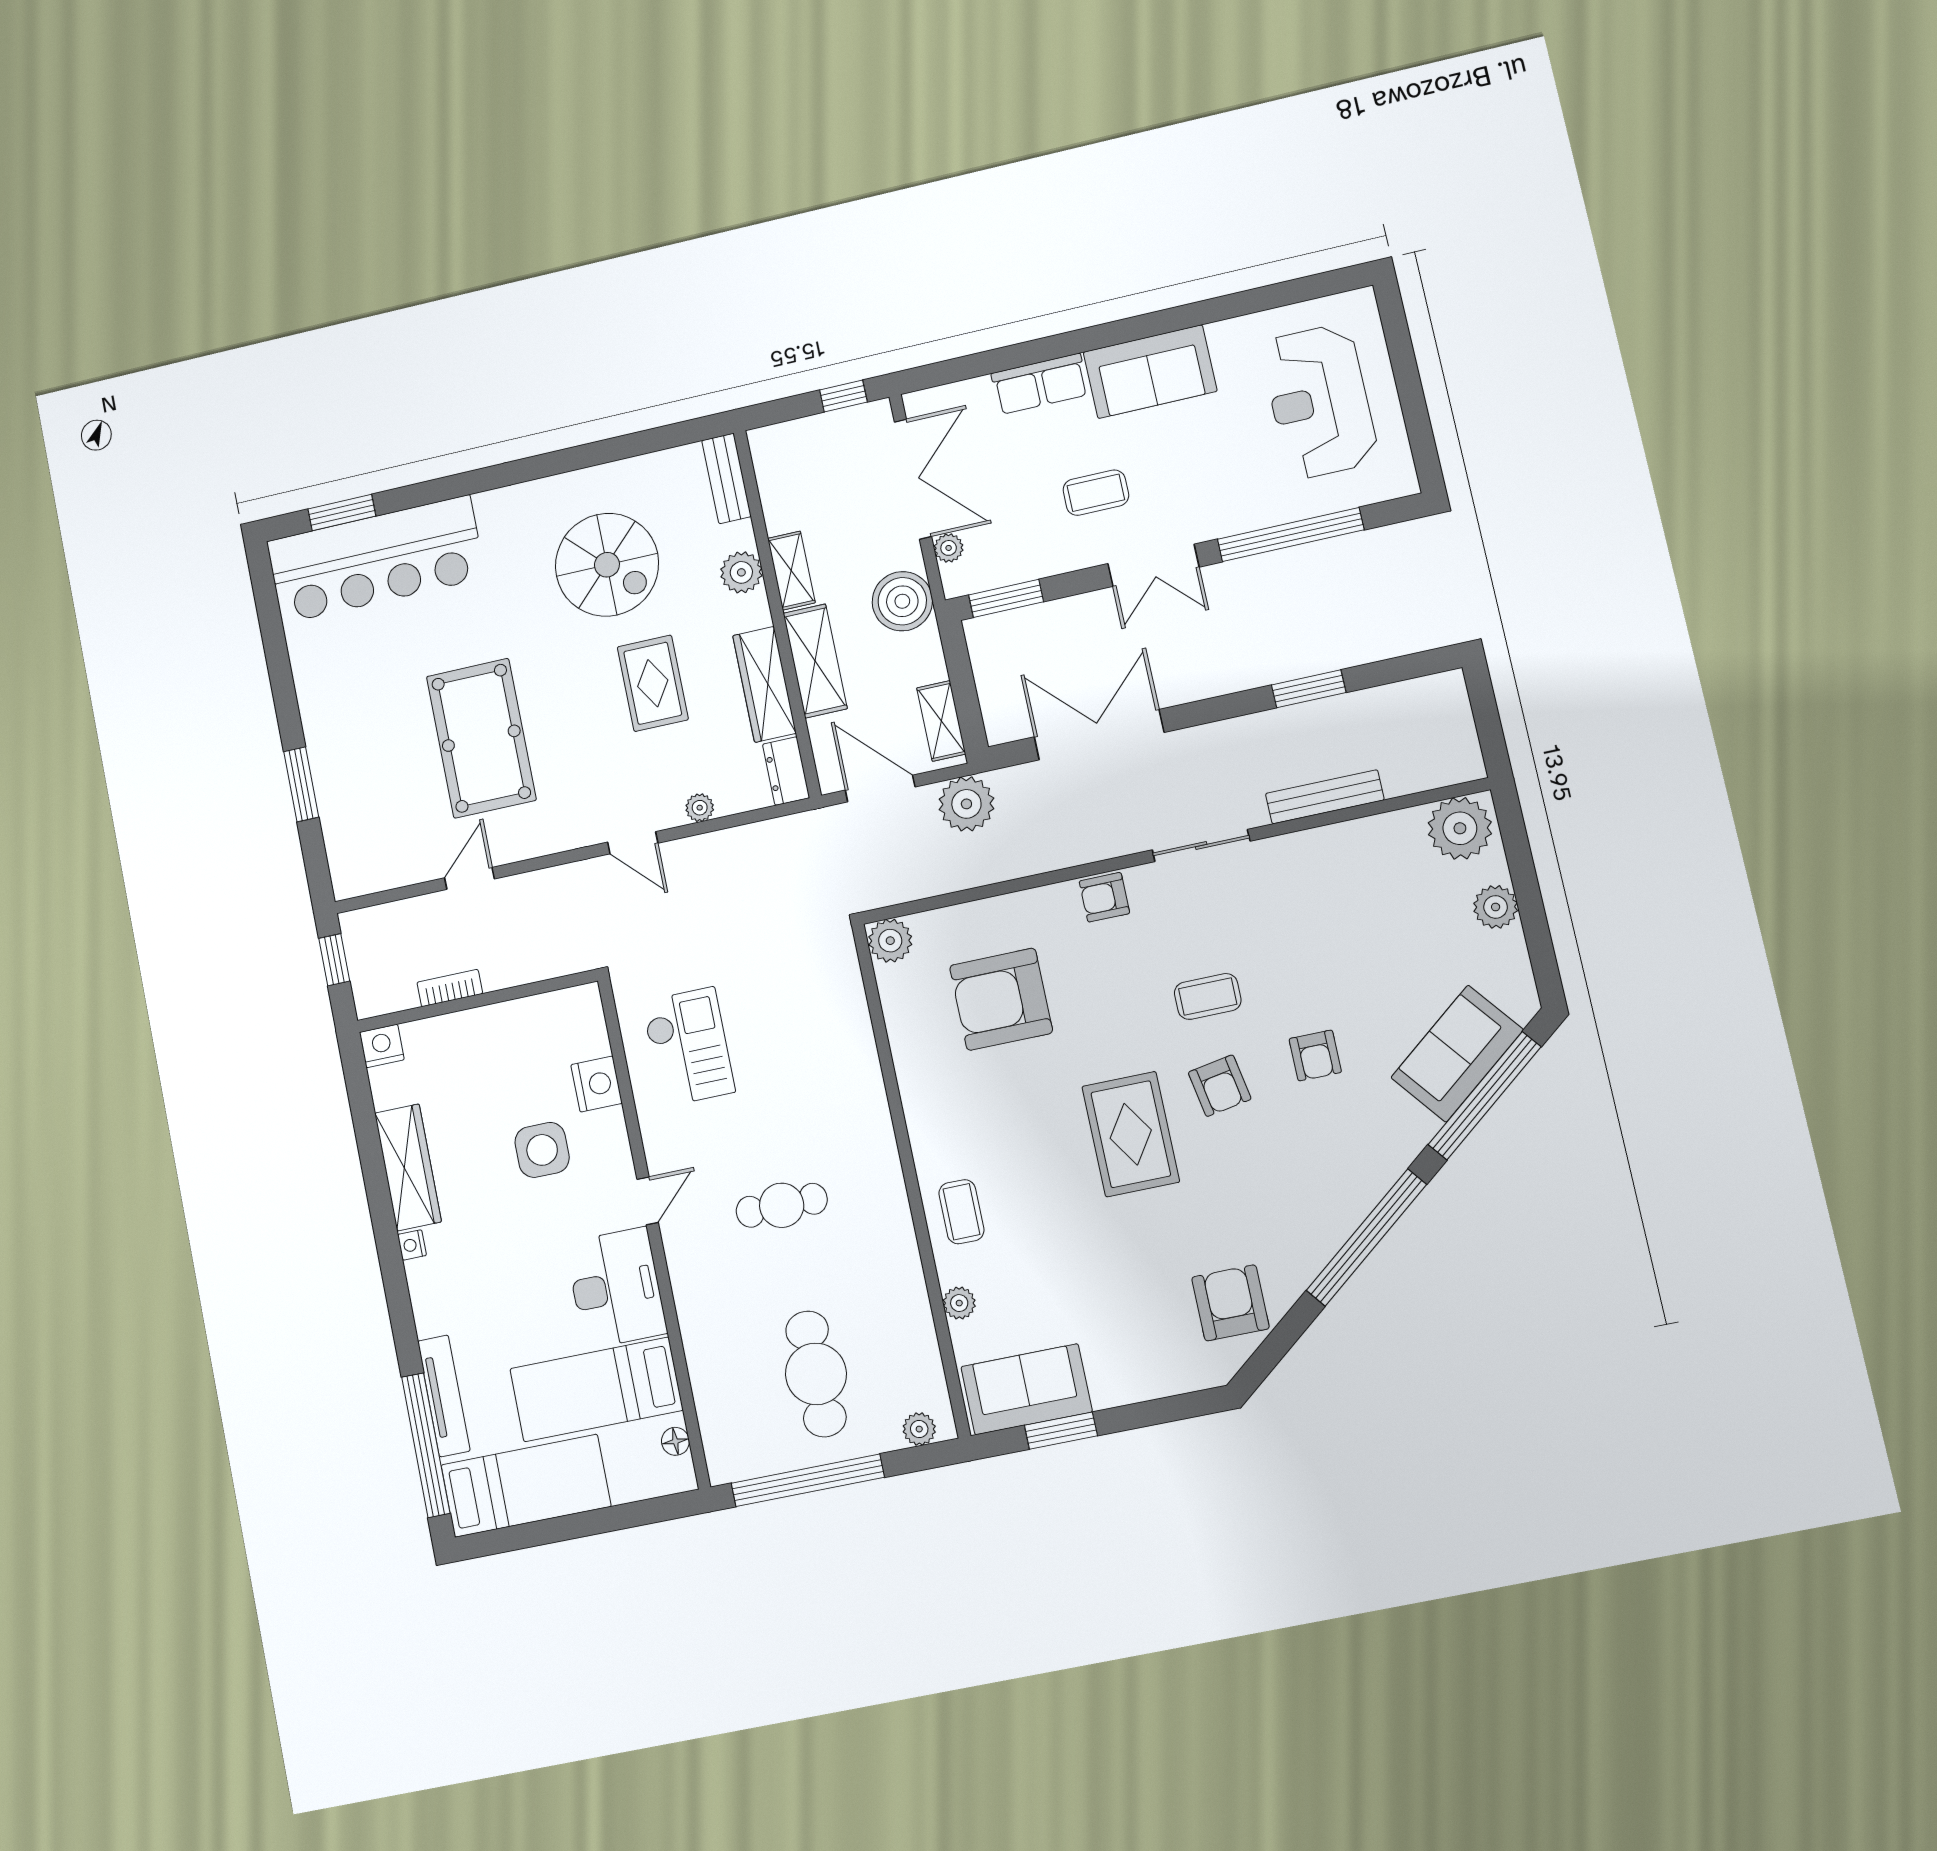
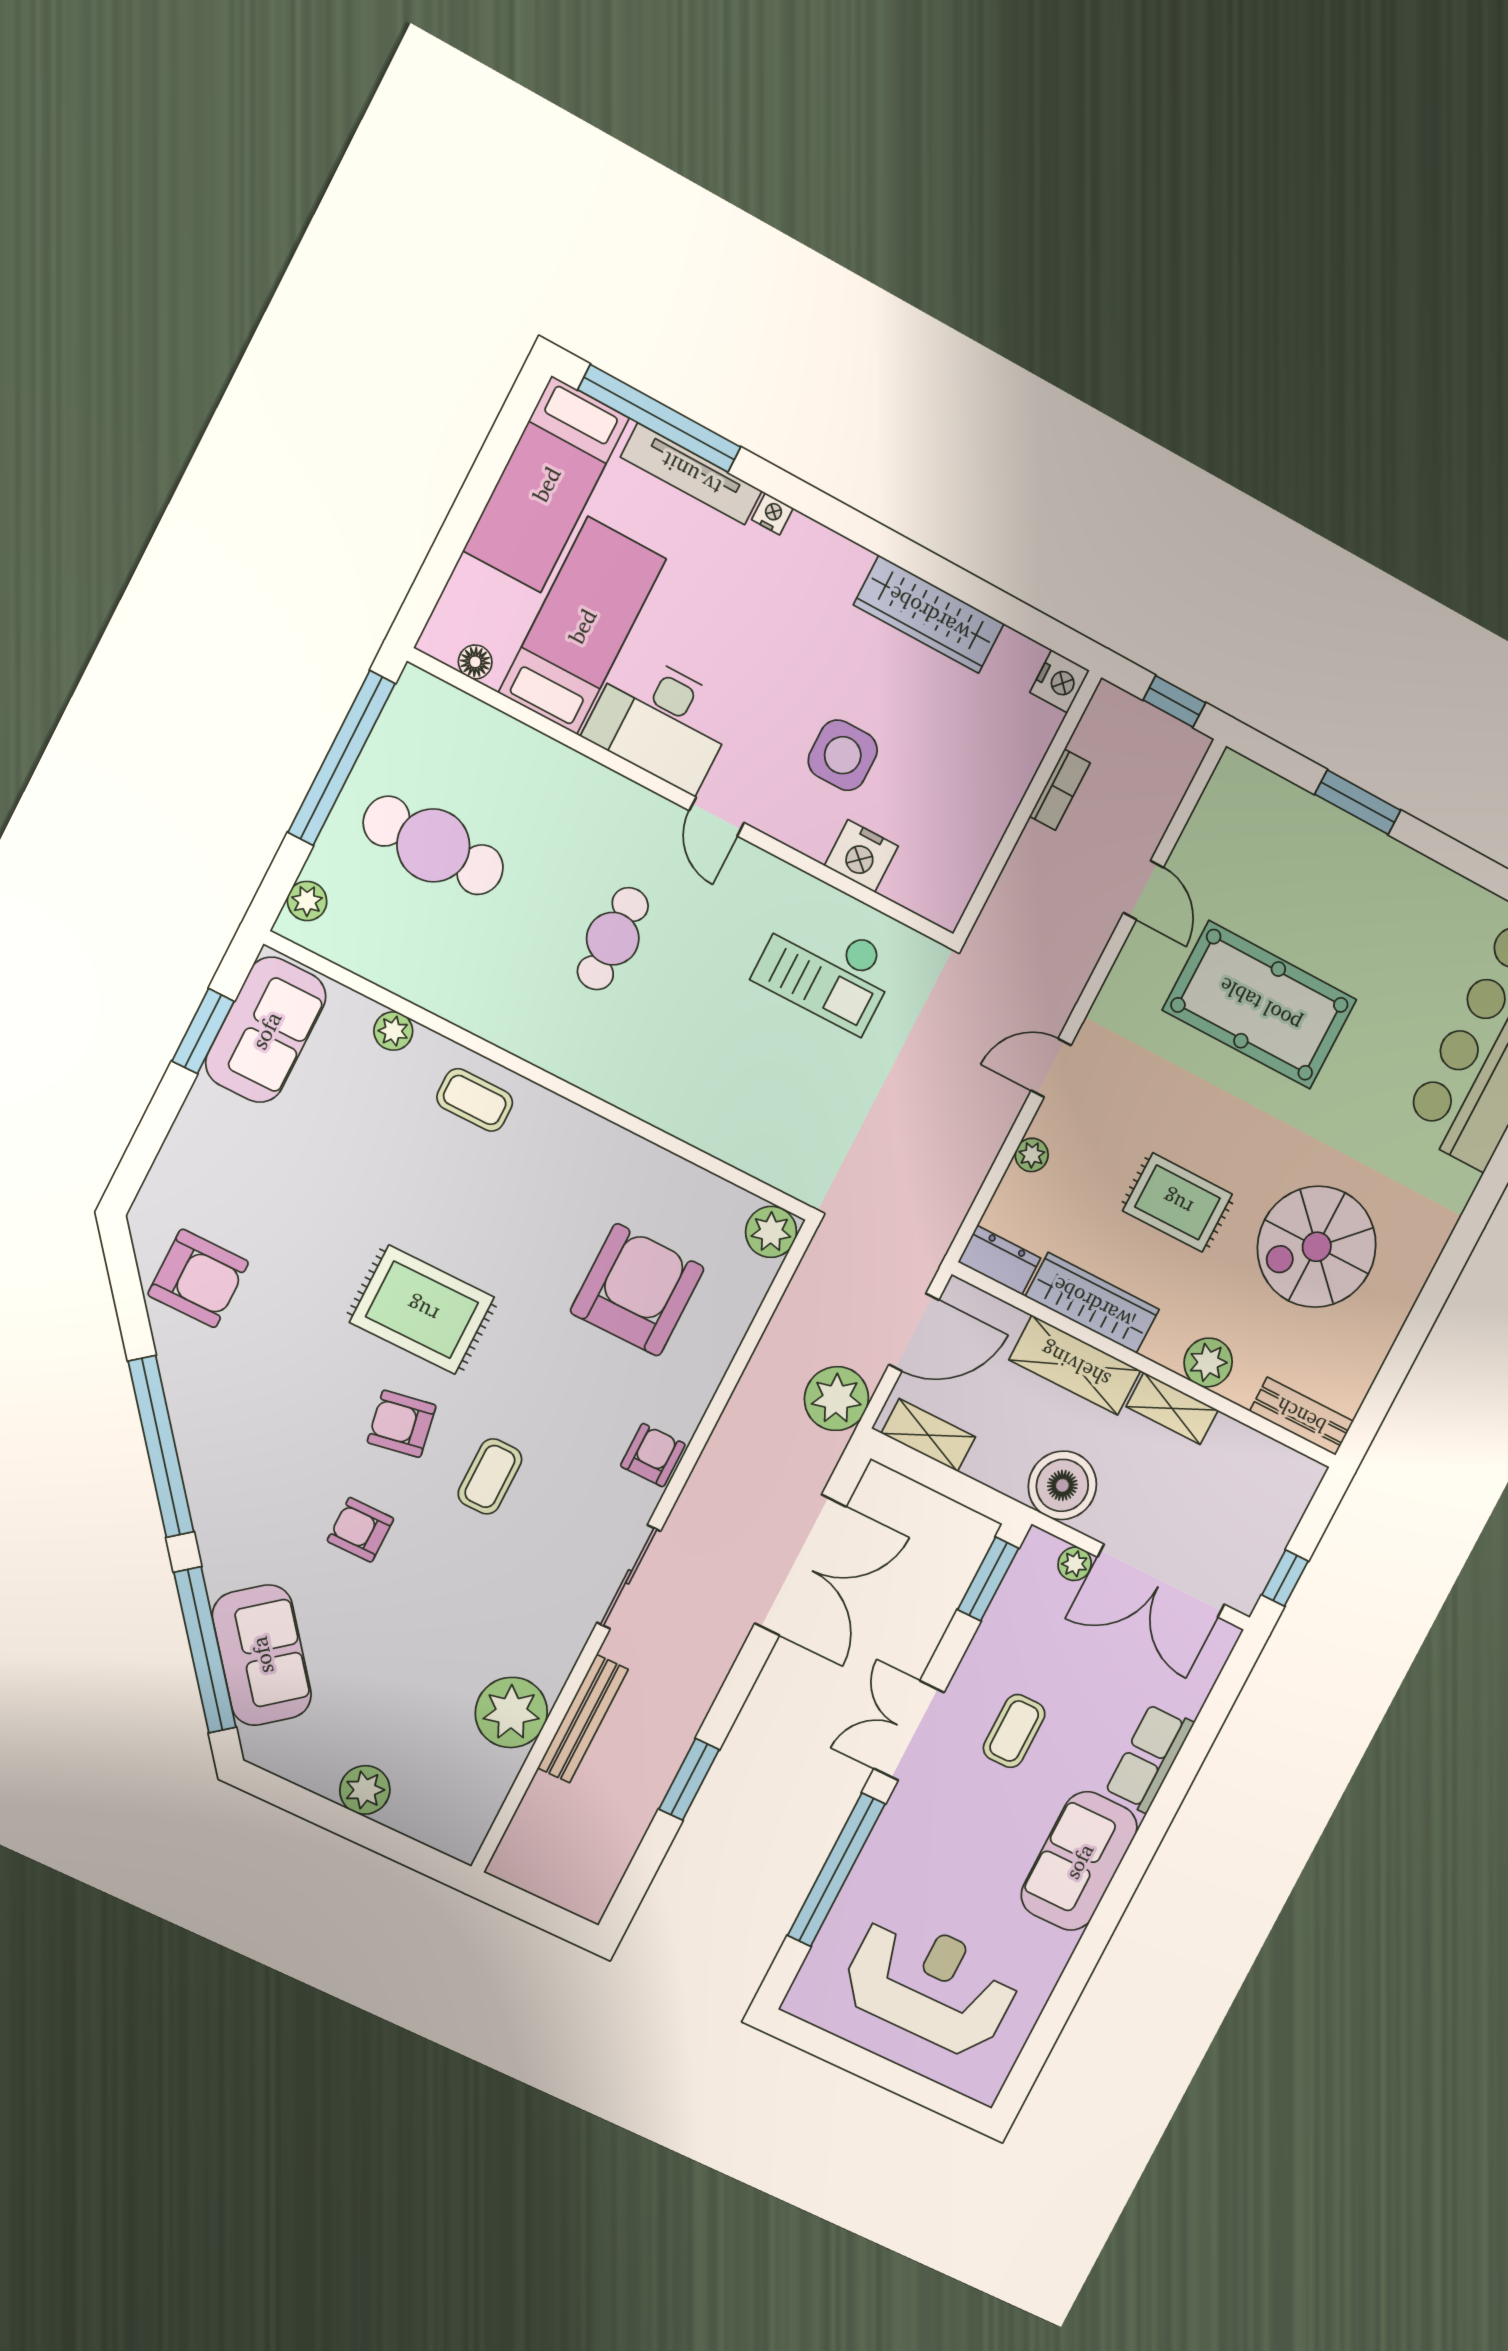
plant: (1460, 828) -> (511, 1712), moved
nightstand: (412, 1245) -> (772, 514), moved

